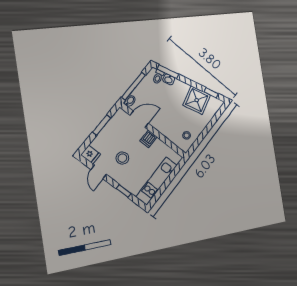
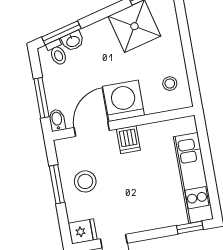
window: (133, 86) -> (41, 98), width x0.69
washing machine: (163, 122) -> (124, 101), added
stool: (122, 158) -> (85, 181), moved
window: (124, 191) -> (190, 227), moved

